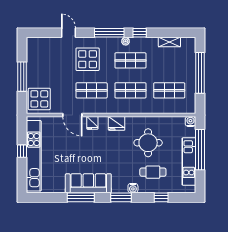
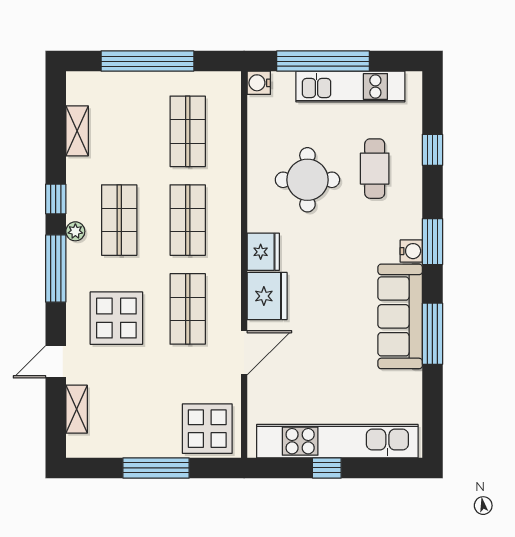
shelving: (48, 42) -> (77, 409), added
fridge: (92, 123) -> (267, 296), width x1.88, depth x1.34
water cooler: (133, 188) -> (411, 251), moved

